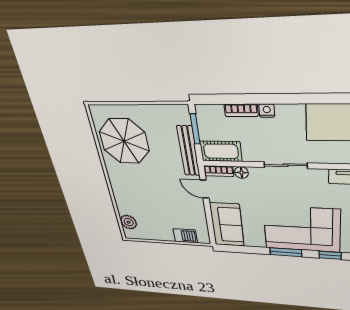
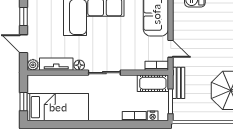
nightstand: (267, 111) -> (153, 116), moved
bench: (188, 151) -> (179, 83), width x0.73
floor lamp: (241, 172) -> (79, 65), moved

